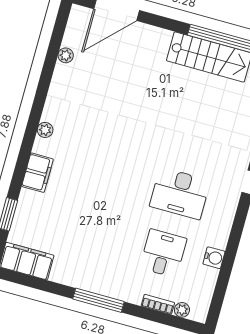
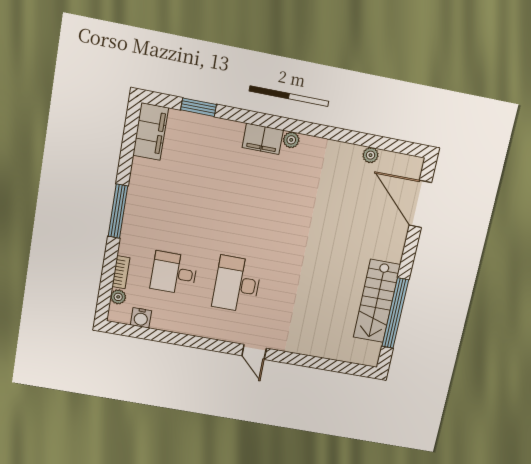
filing cabinet: (37, 173) -> (263, 139), moved
desk: (163, 253) -> (174, 273), turned 180
water cooler: (214, 258) -> (141, 318), moved

